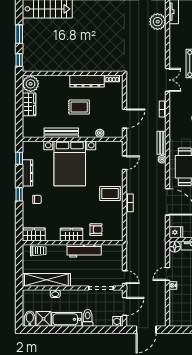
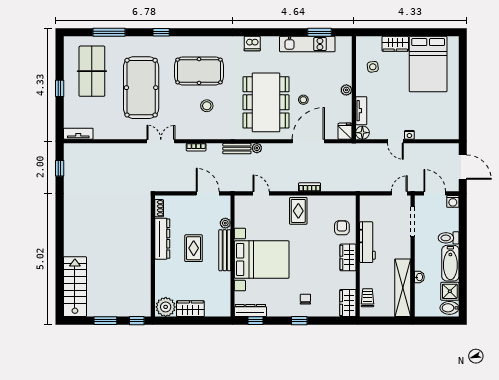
plant: (158, 22) -> (90, 153), removed
bench: (61, 133) -> (225, 250), moved
dresser: (28, 173) -> (250, 311), moved

